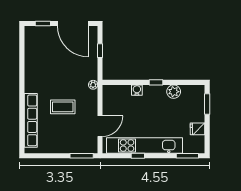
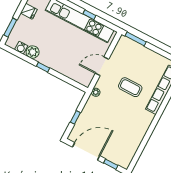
door: (73, 23) -> (86, 151), hinge flipped
water cooler: (137, 90) -> (21, 48), moved
door: (100, 126) -> (102, 66), moved

